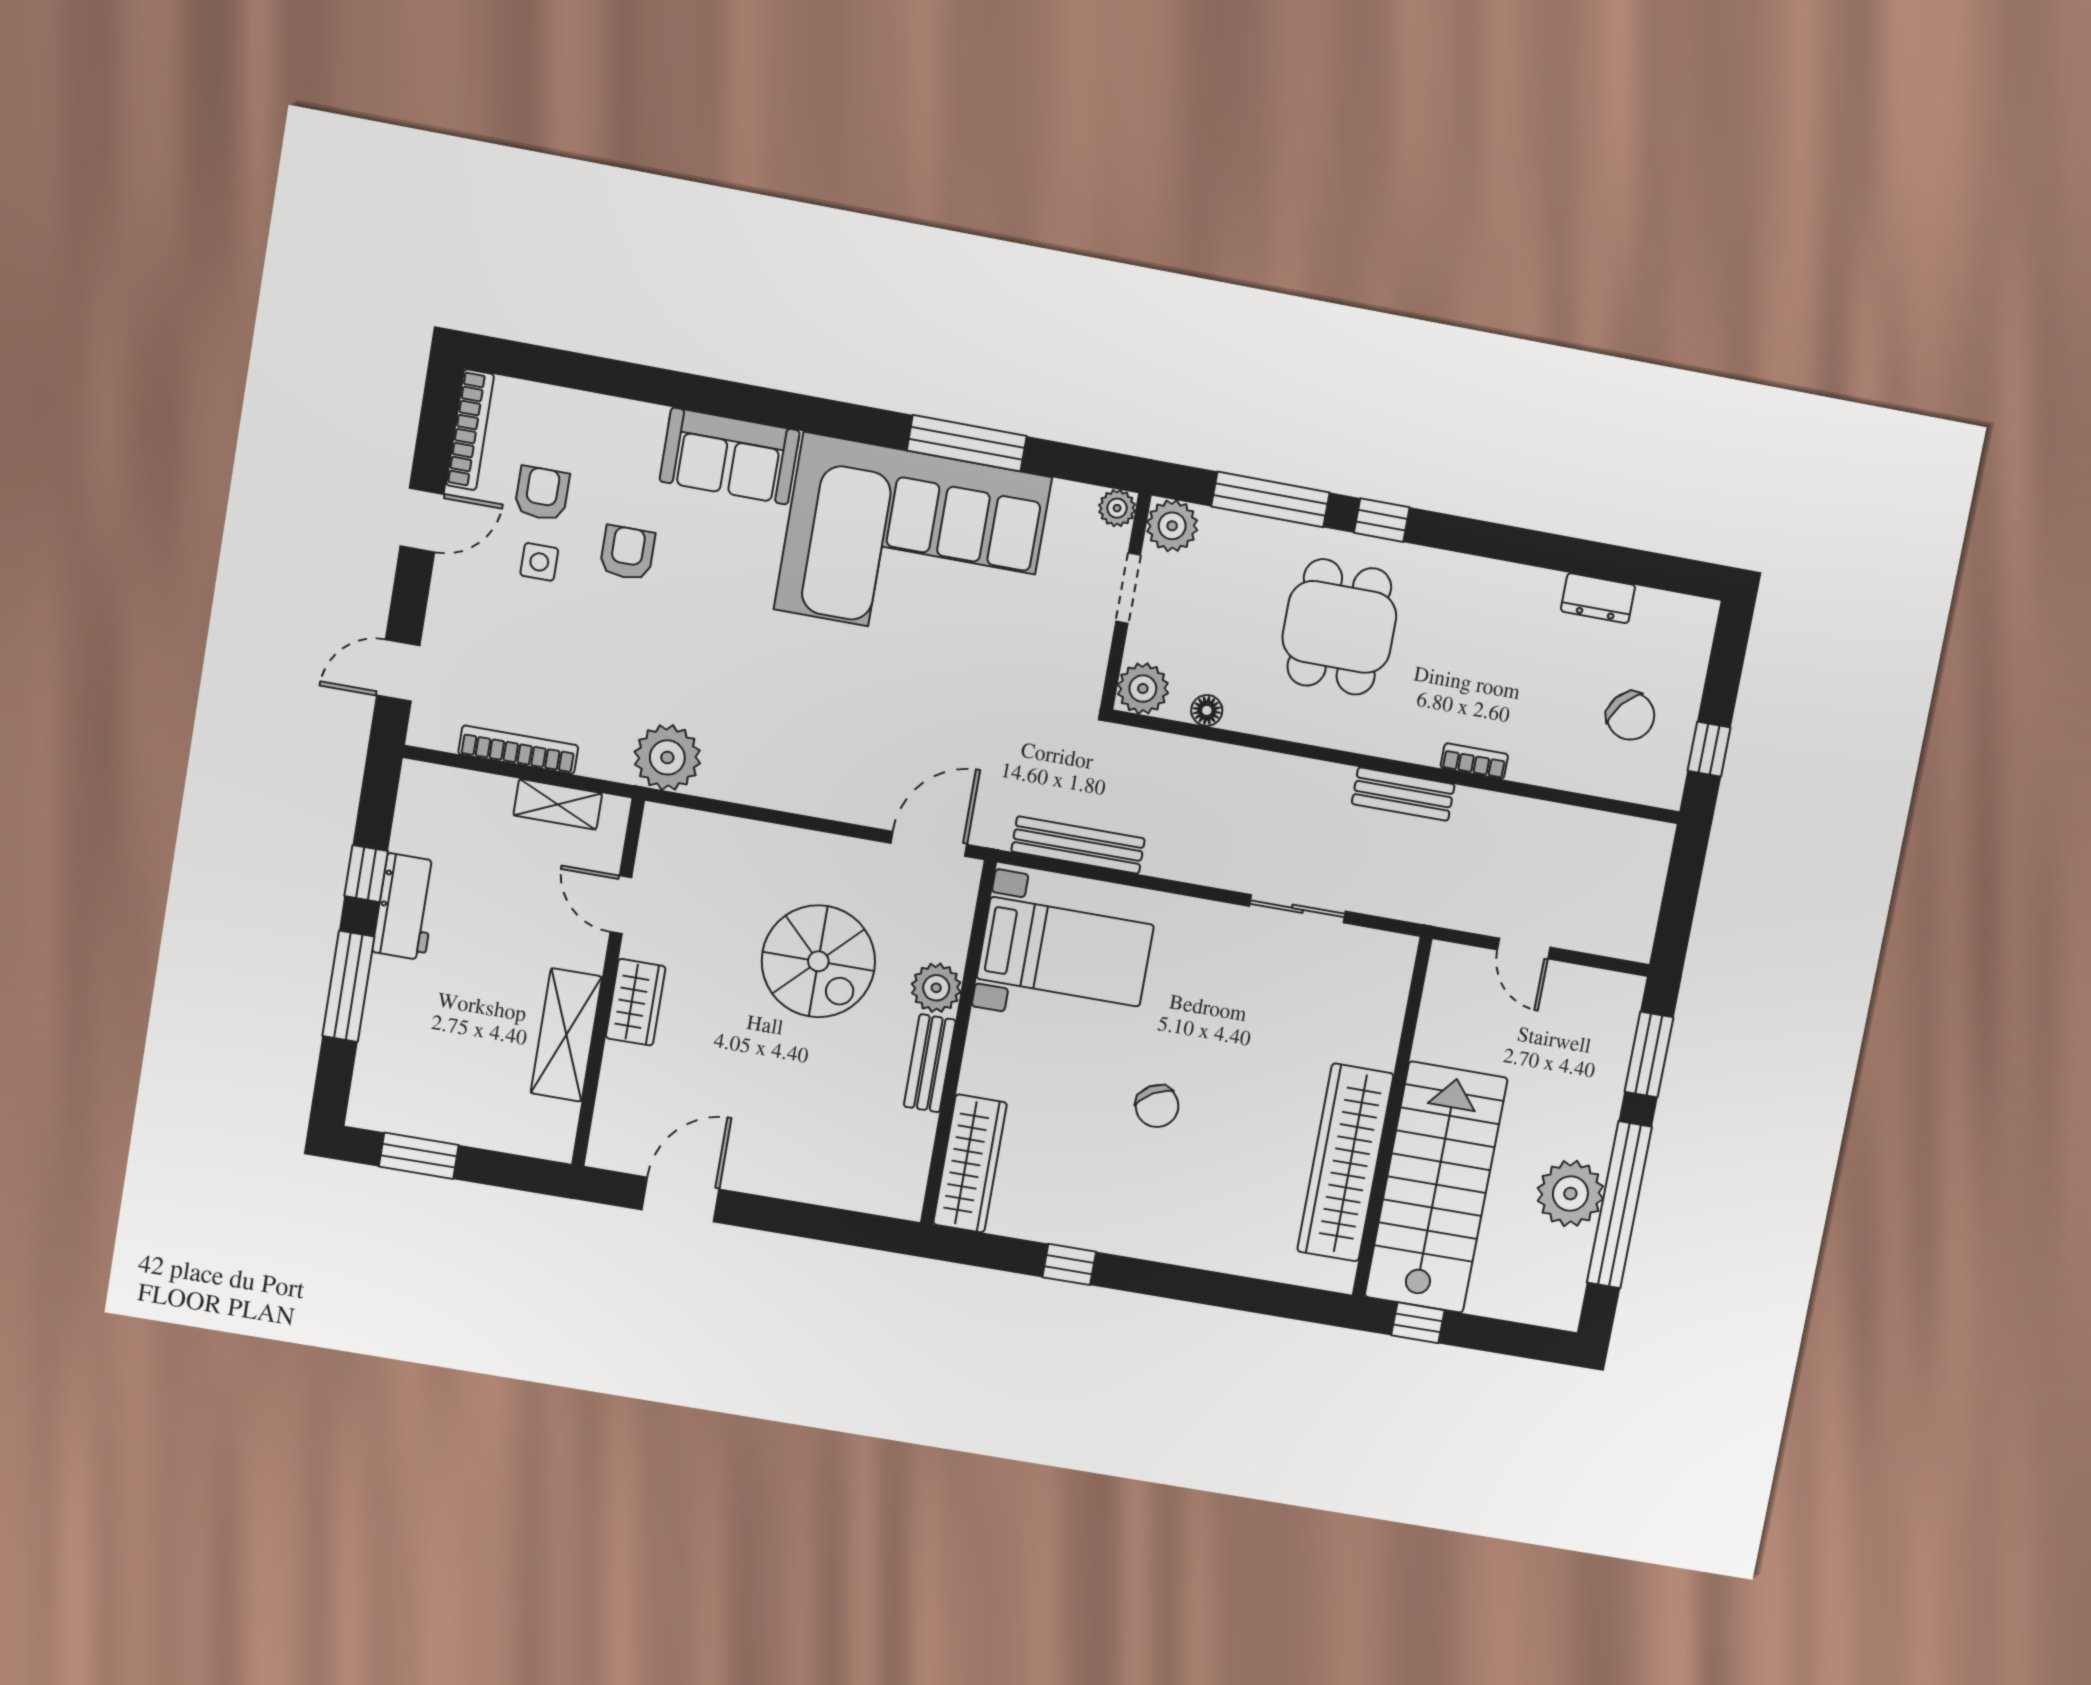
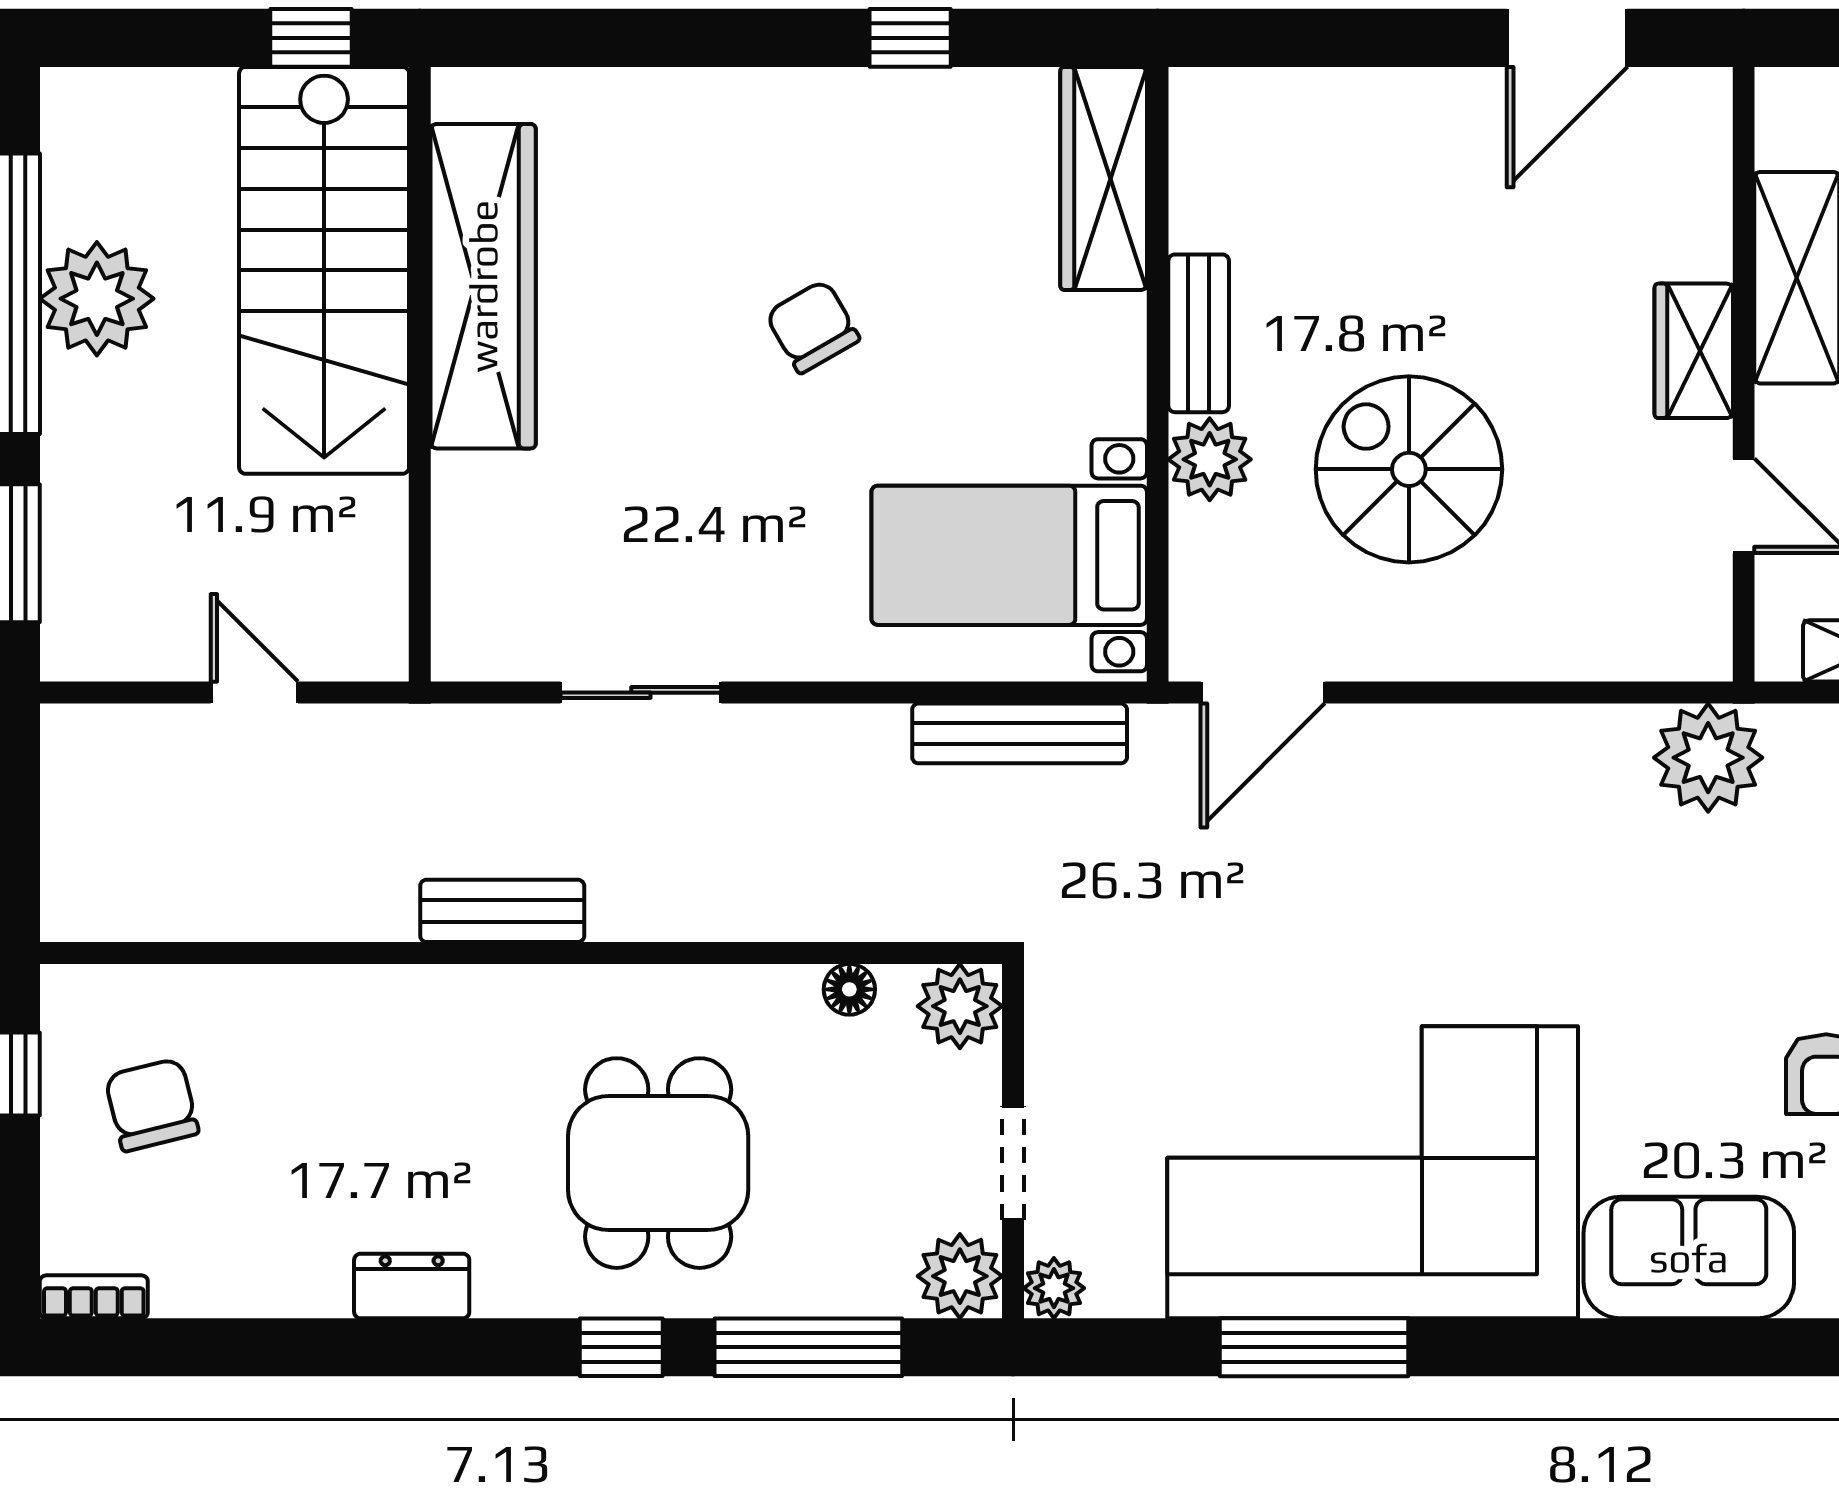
dresser: (1598, 598) -> (412, 1286), moved
chair: (1631, 716) -> (152, 1105), turned 36
bookcase: (1474, 761) -> (94, 1297), moved, turned 180

